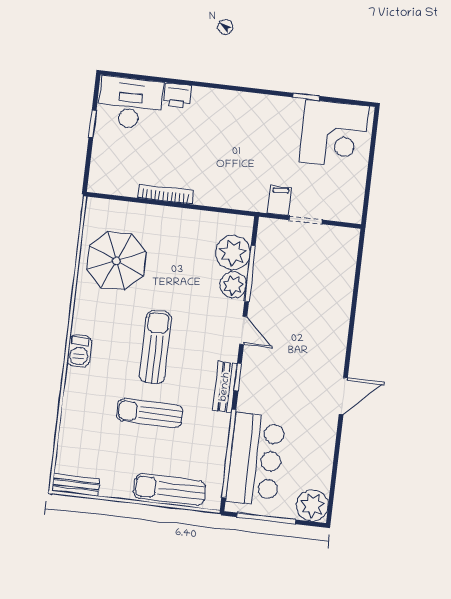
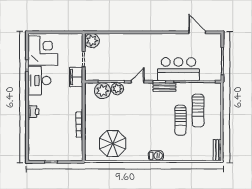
printer: (177, 95) -> (33, 112), moved
desk: (130, 103) -> (39, 81), moved
filing cabinet: (280, 200) -> (76, 77), width x2.00
sun lounger: (156, 347) -> (150, 121), removed
door: (343, 396) -> (197, 32), moved
bar counter: (255, 460) -> (178, 69), moved
sun lounger: (170, 489) -> (198, 111), moved
plant: (312, 506) -> (92, 41), moved

